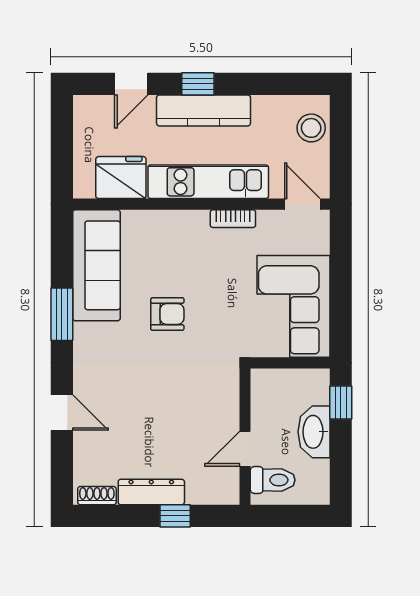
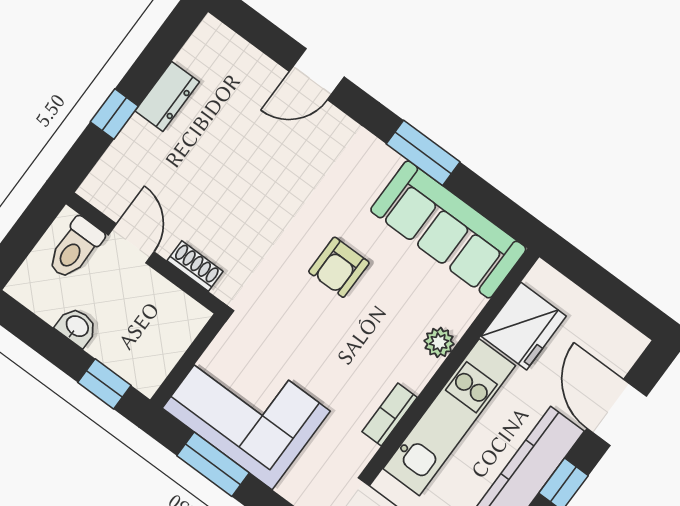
door: (131, 84) -> (617, 412), width x1.38
plant: (168, 221) -> (439, 342), added
window: (341, 302) -> (213, 464), added
washbasin: (314, 432) -> (77, 327), width x0.52, depth x0.69
dresser: (151, 492) -> (167, 96), width x0.70
shoe rack: (97, 496) -> (195, 266), moved, turned -90

